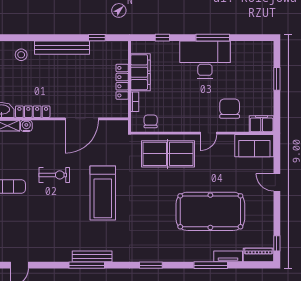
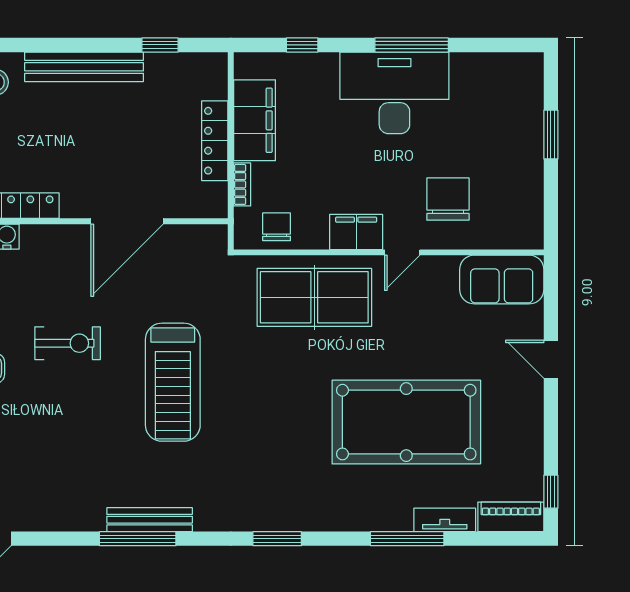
filing cabinet: (262, 124) -> (356, 232), moved

